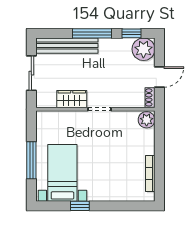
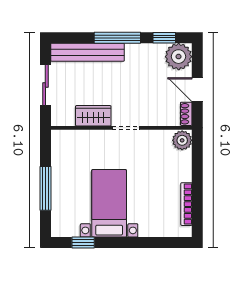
door: (159, 77) -> (197, 90), swing flipped
bed with nightstands: (62, 173) -> (109, 203), moved
window: (80, 206) -> (83, 242), moved

